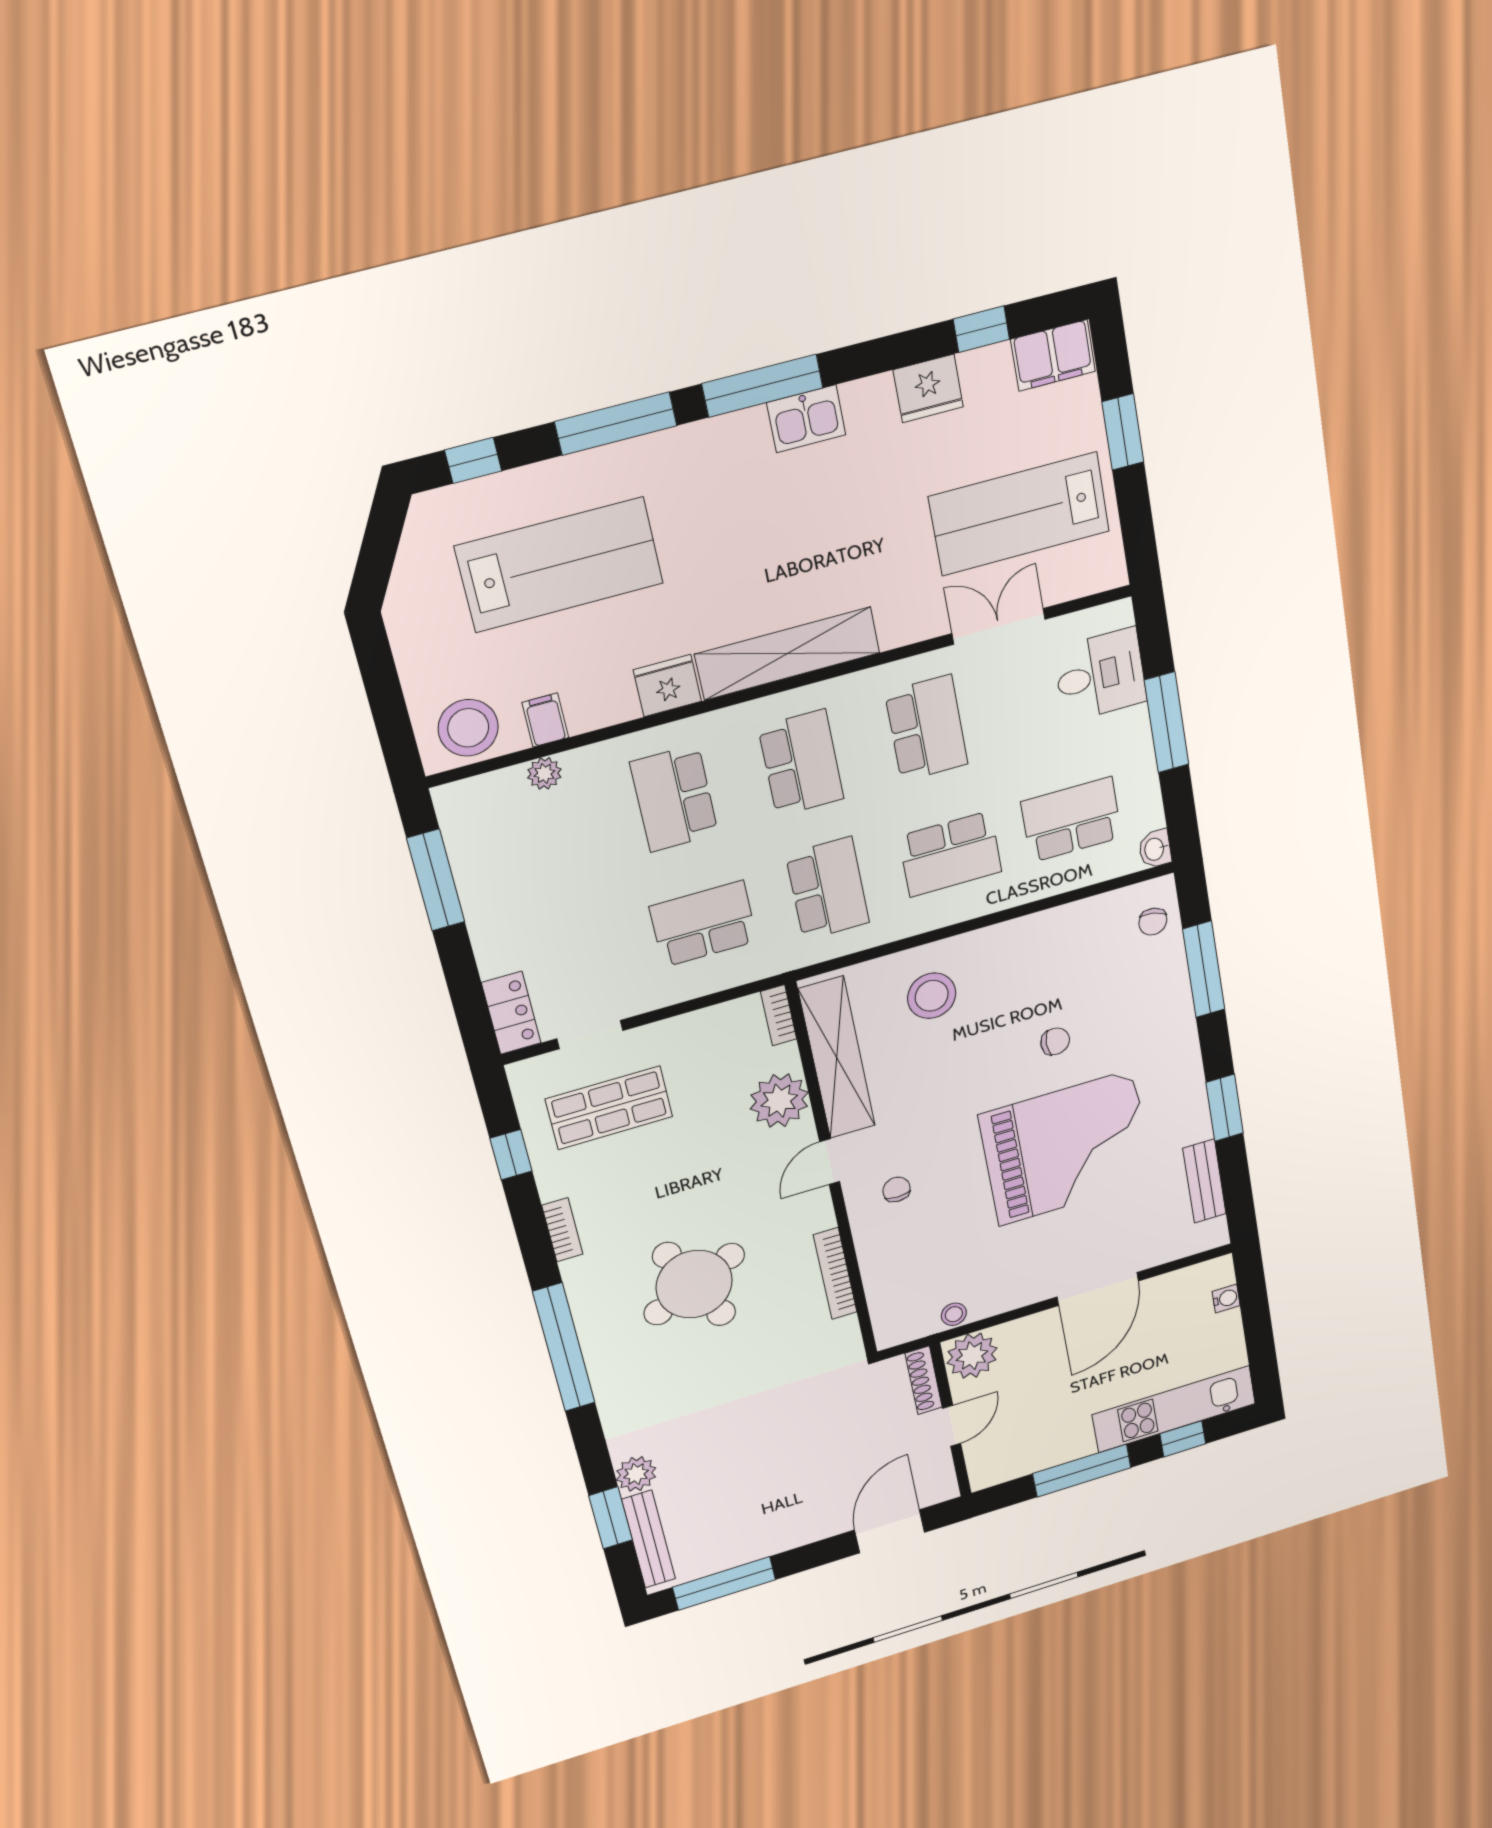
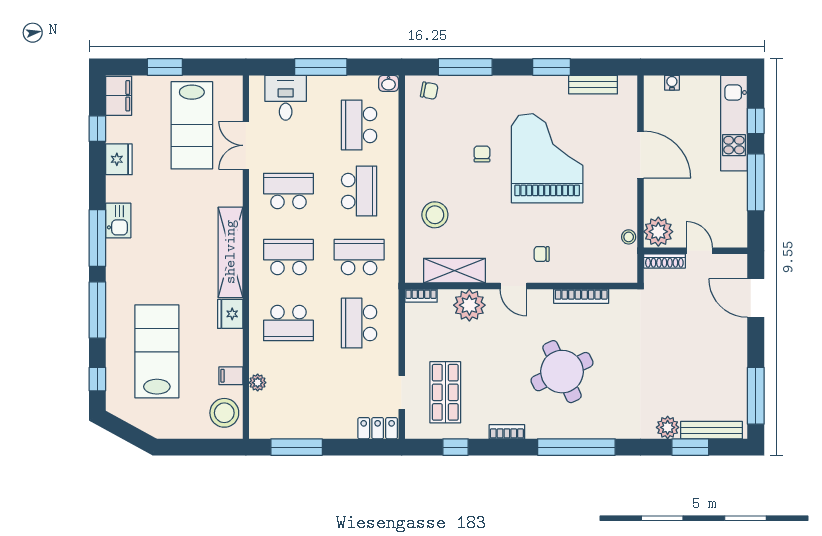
shelving: (837, 1058) -> (454, 271), width x0.68

